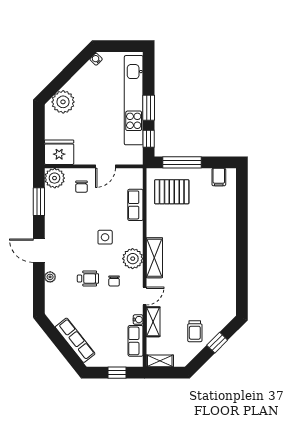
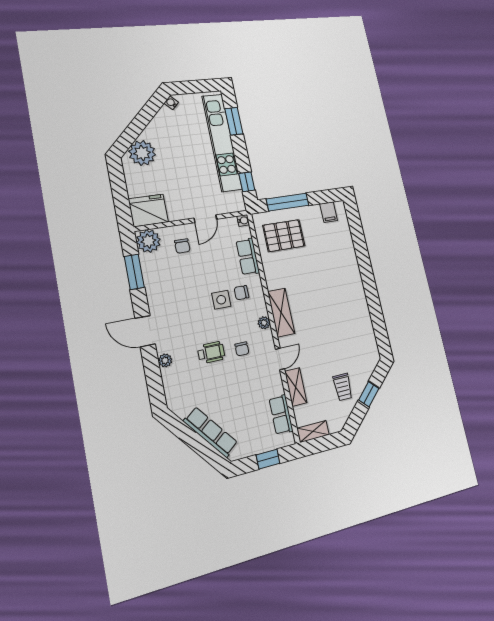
window: (149, 108) -> (234, 121), moved
chair: (123, 235) -> (241, 293), added
plant: (133, 259) -> (264, 323), width x0.53, depth x0.53
water cooler: (138, 320) -> (243, 220), moved

